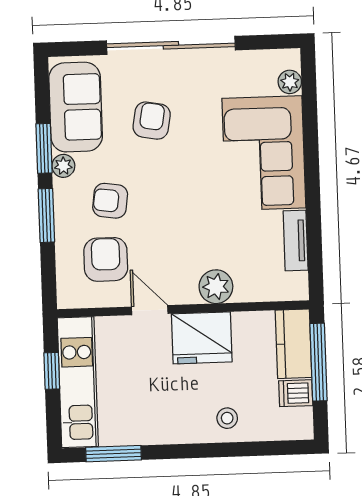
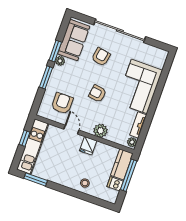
plant: (290, 82) -> (132, 142), moved
armchair: (110, 201) -> (97, 94), moved
fridge: (202, 338) -> (88, 146), width x0.53, depth x0.75

